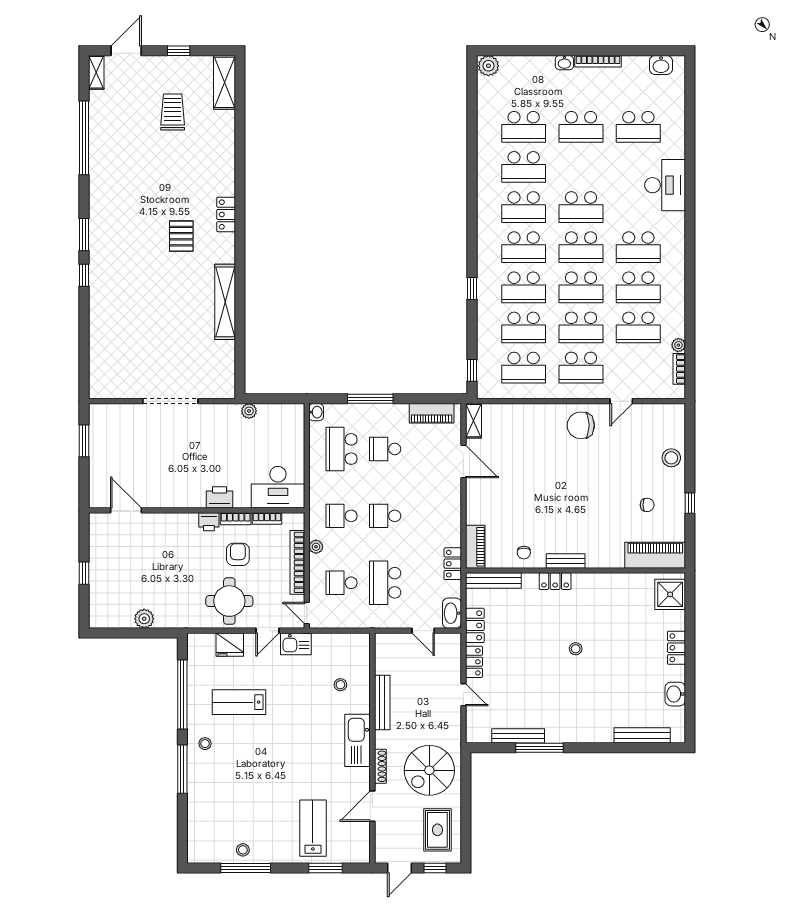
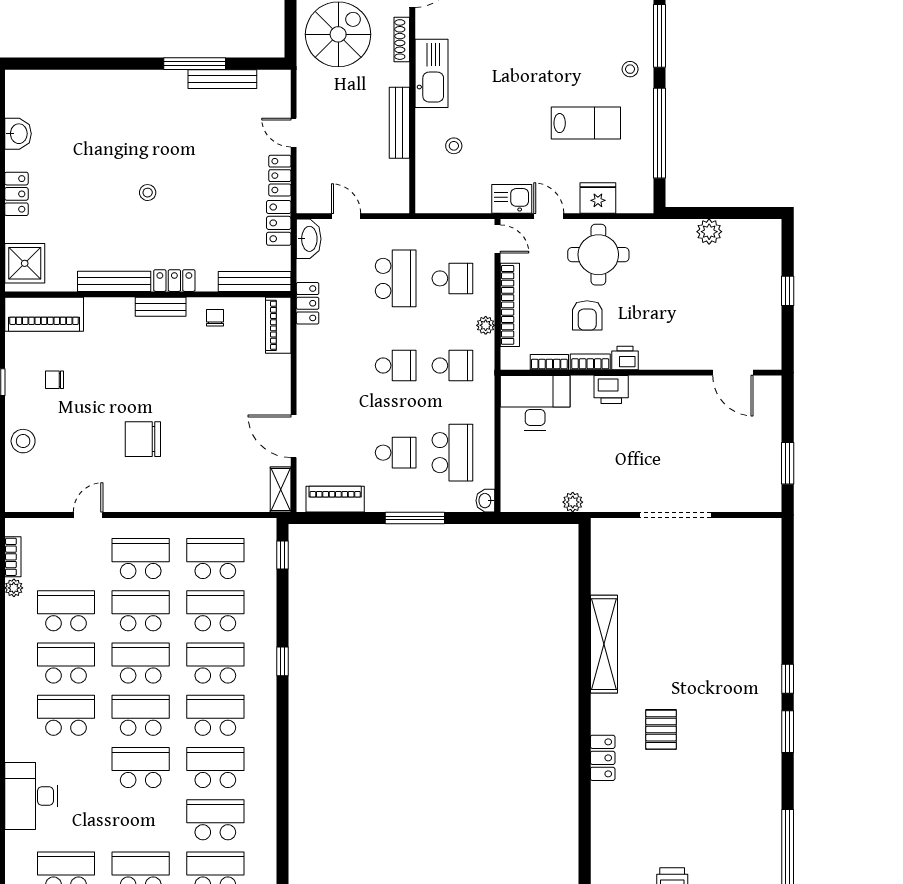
chair: (581, 425) -> (143, 439), moved, turned 180
door: (267, 631) -> (549, 216), hinge flipped
bench: (642, 735) -> (114, 281), moved

